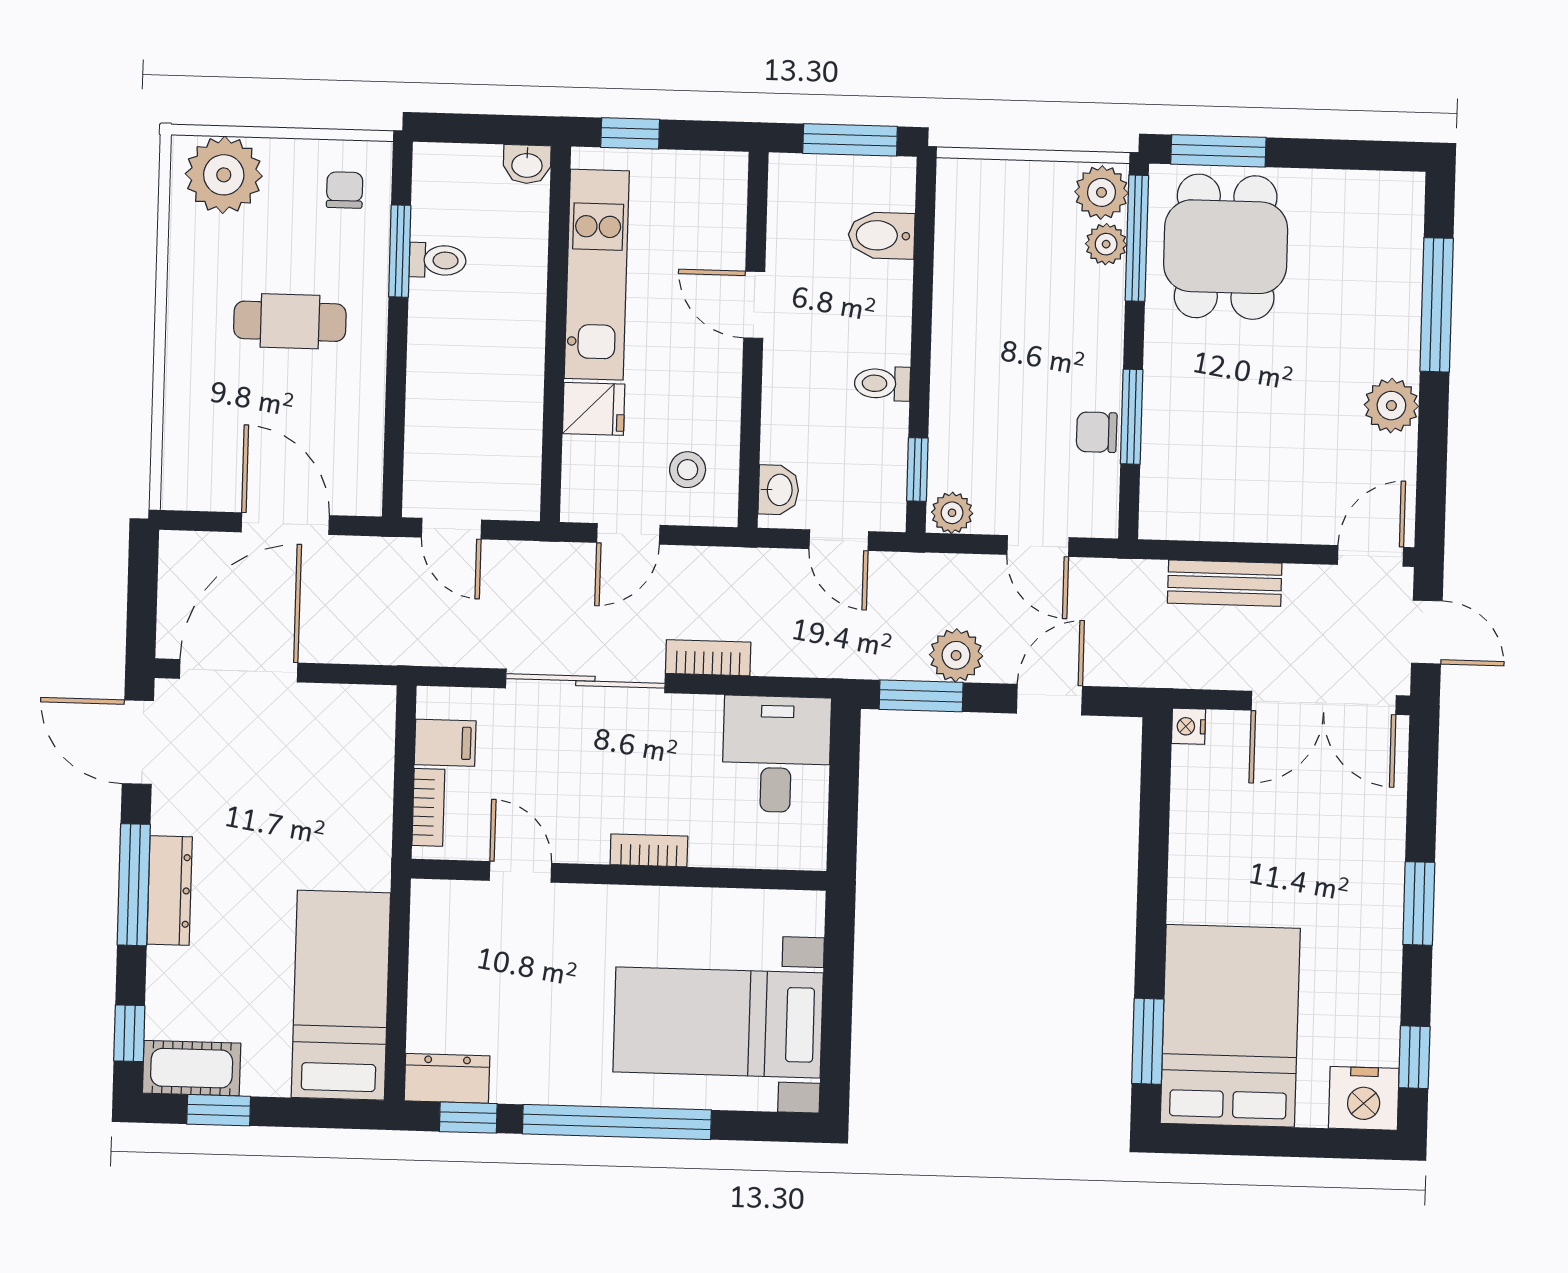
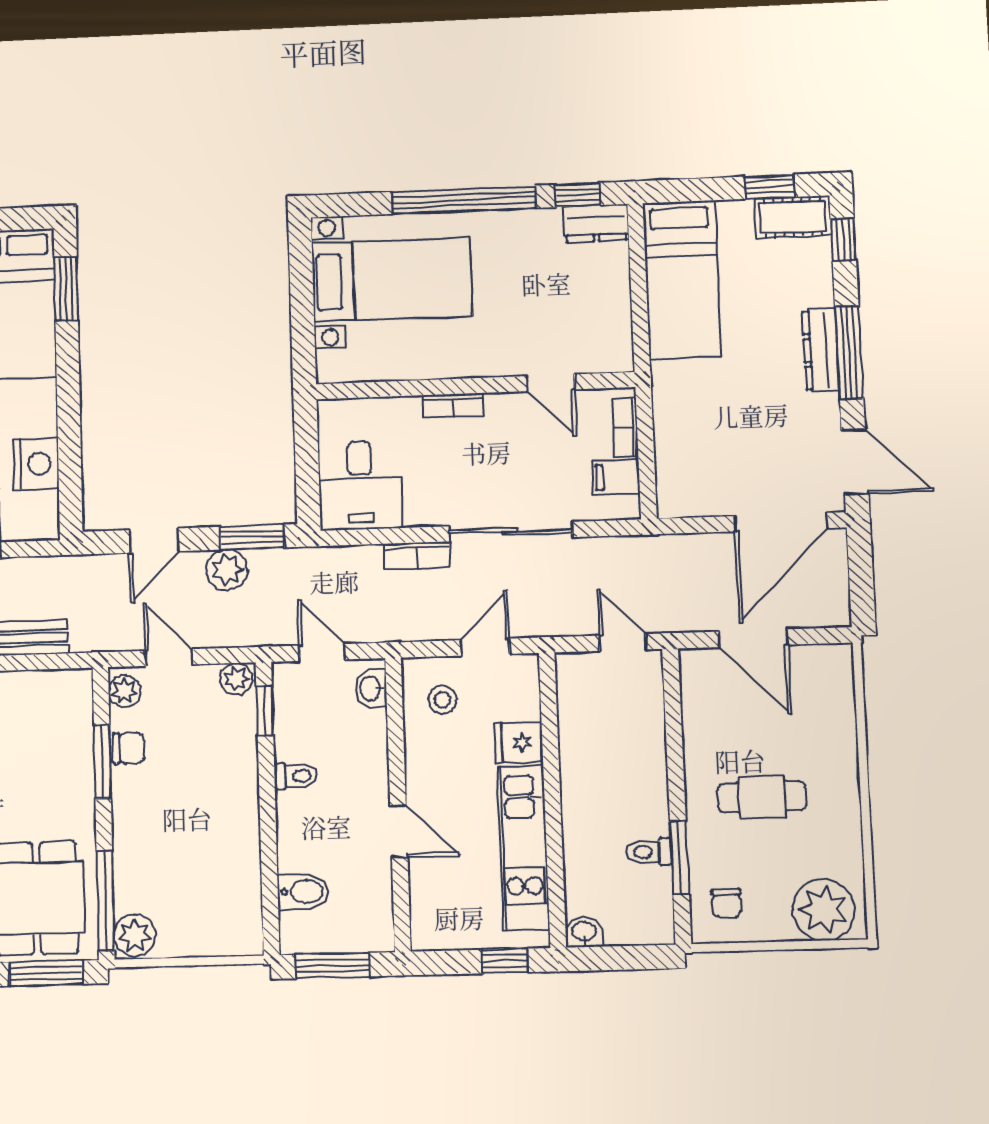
plant: (1106, 244) -> (124, 691), moved
nightstand: (1189, 726) -> (36, 464), moved, width x1.89, depth x1.79

